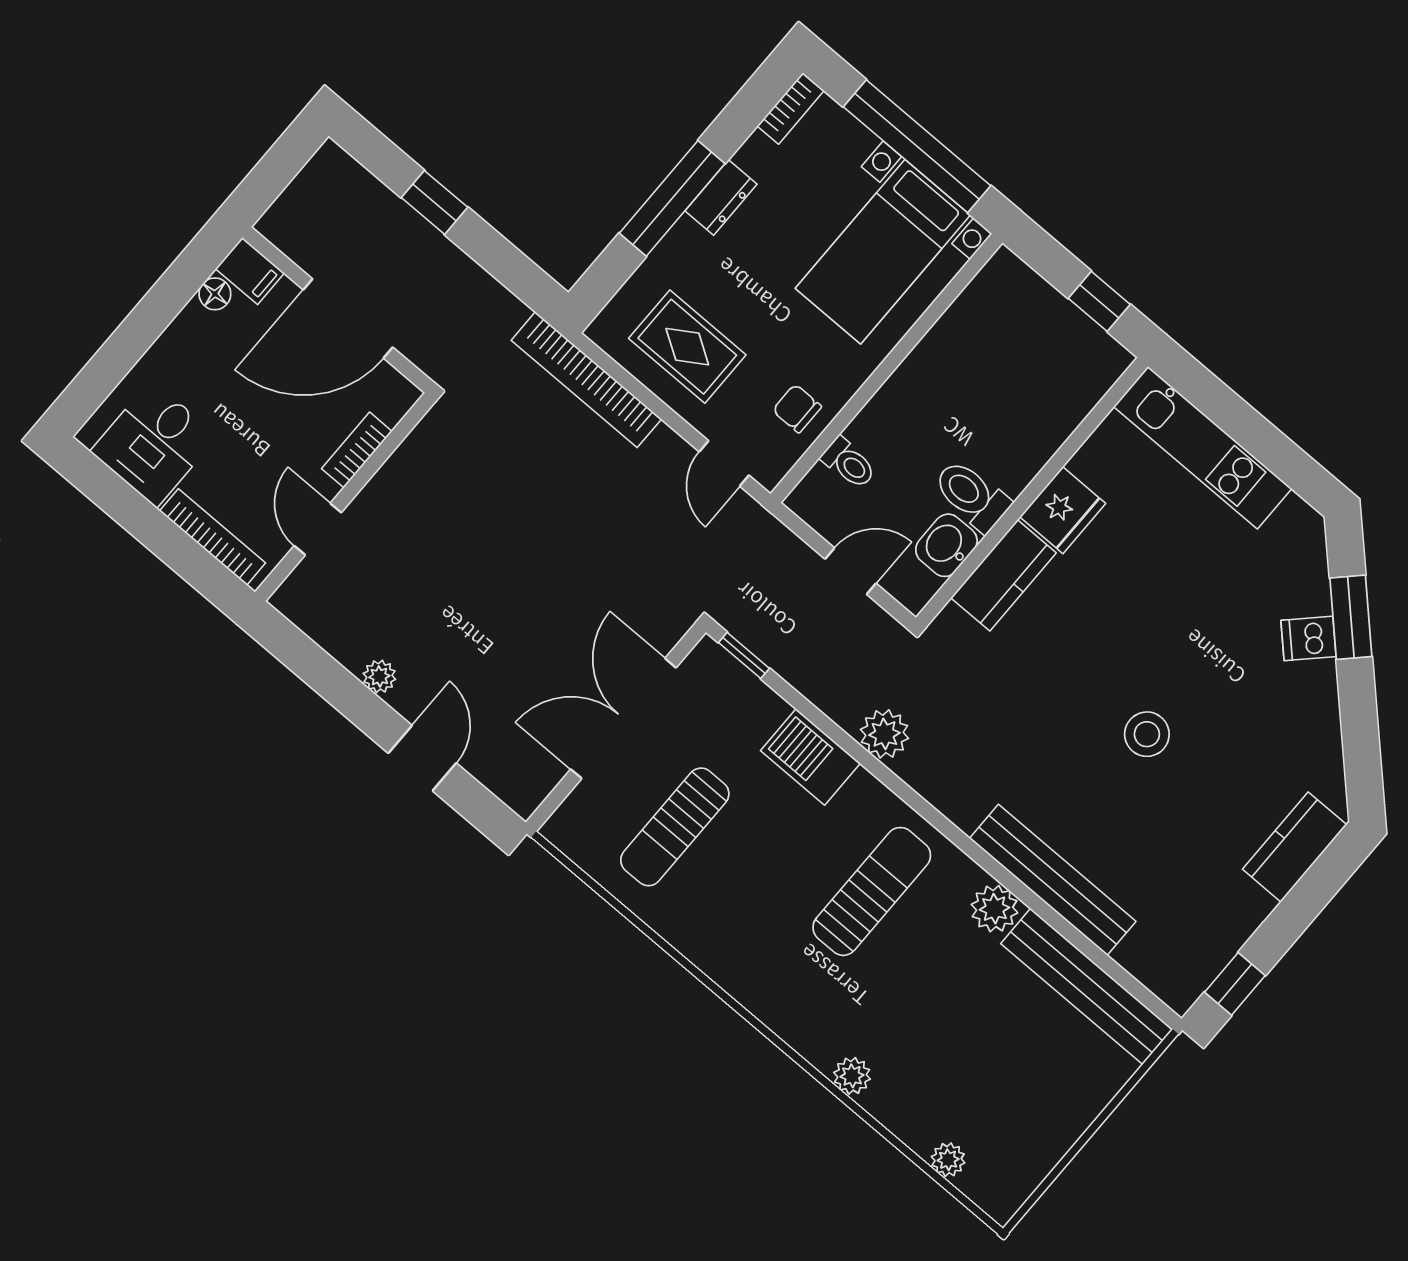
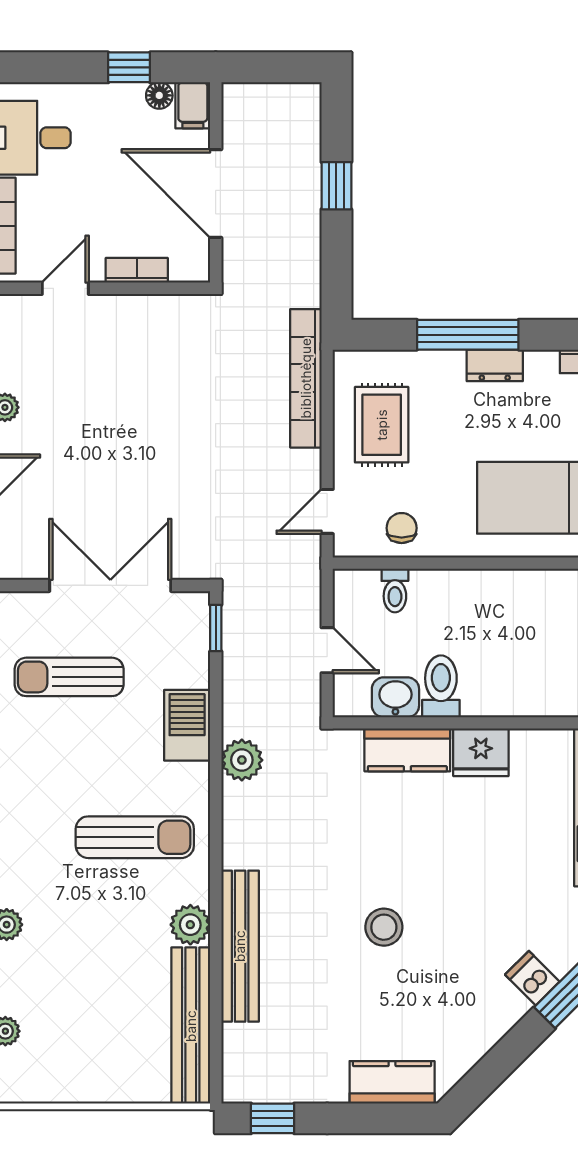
window: (166, 300) -> (129, 67), added

